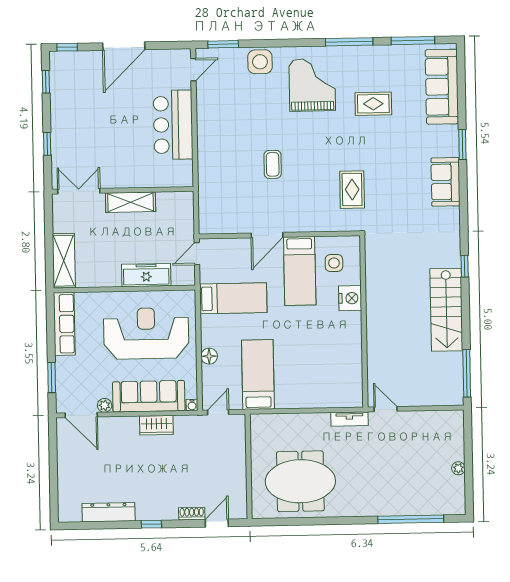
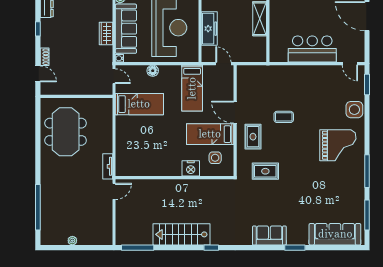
rug: (373, 104) -> (253, 137), moved

